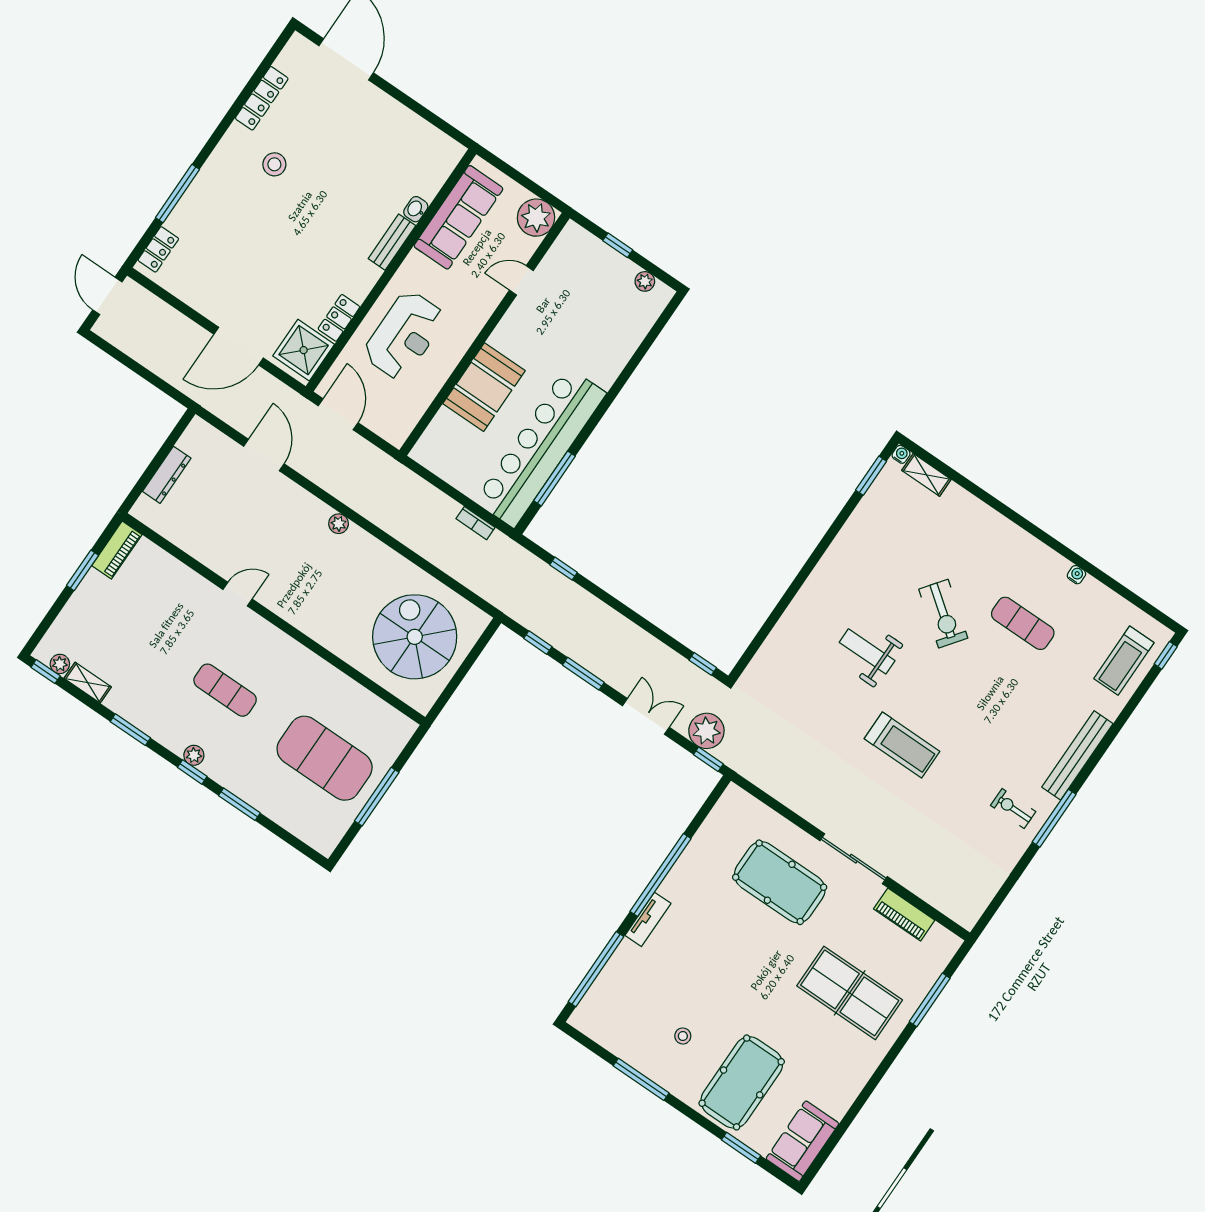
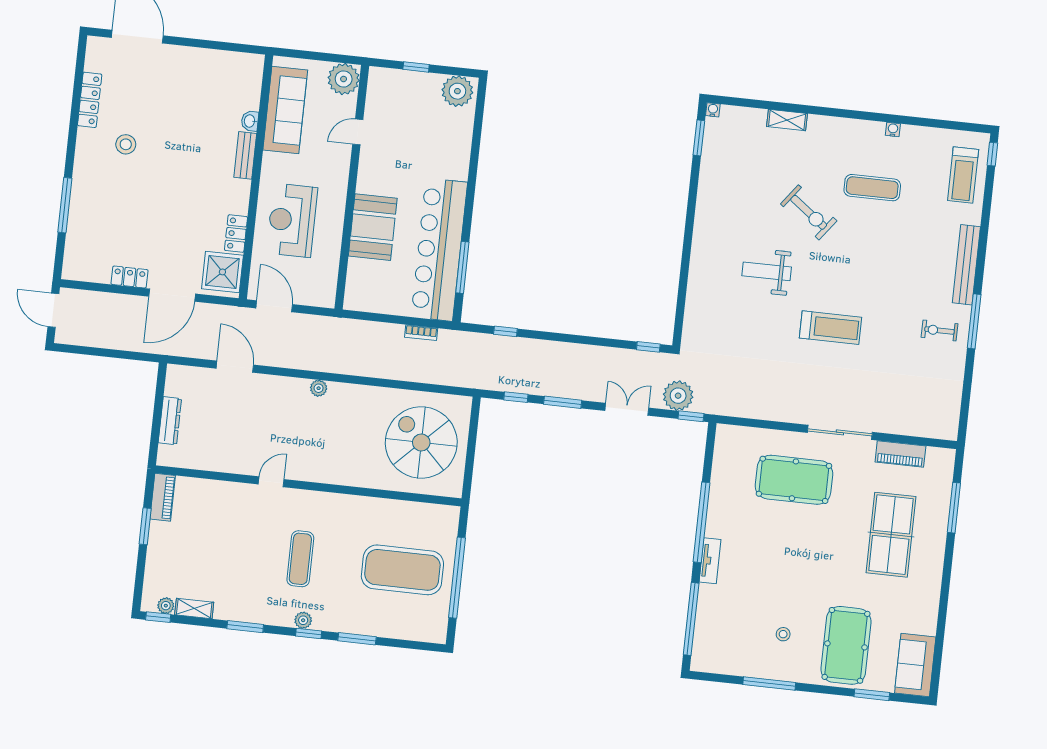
locker: (158, 249) -> (130, 277), moved, turned -90
plant: (645, 281) -> (457, 91), width x1.88, depth x1.88
reception desk: (404, 335) -> (292, 220), turned 180
shelving: (926, 475) -> (787, 120), moved
exercise mat: (225, 690) -> (300, 559), turned 90
window: (377, 797) -> (457, 578), width x1.46
table tennis table: (850, 993) -> (891, 535), turned 90

